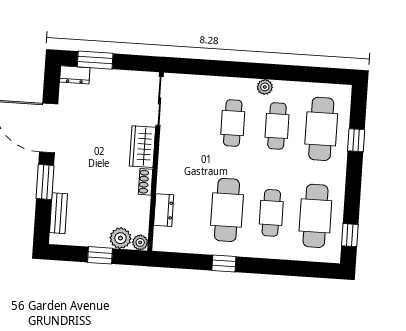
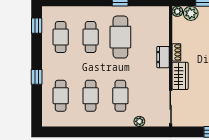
plant: (265, 87) -> (139, 121), moved
cafe table: (321, 129) -> (61, 96), width x0.73, depth x0.74
window: (356, 140) -> (37, 77), moved
dresser: (164, 210) -> (163, 57), moved
cafe table: (315, 216) -> (61, 37), width x0.73, depth x0.74

